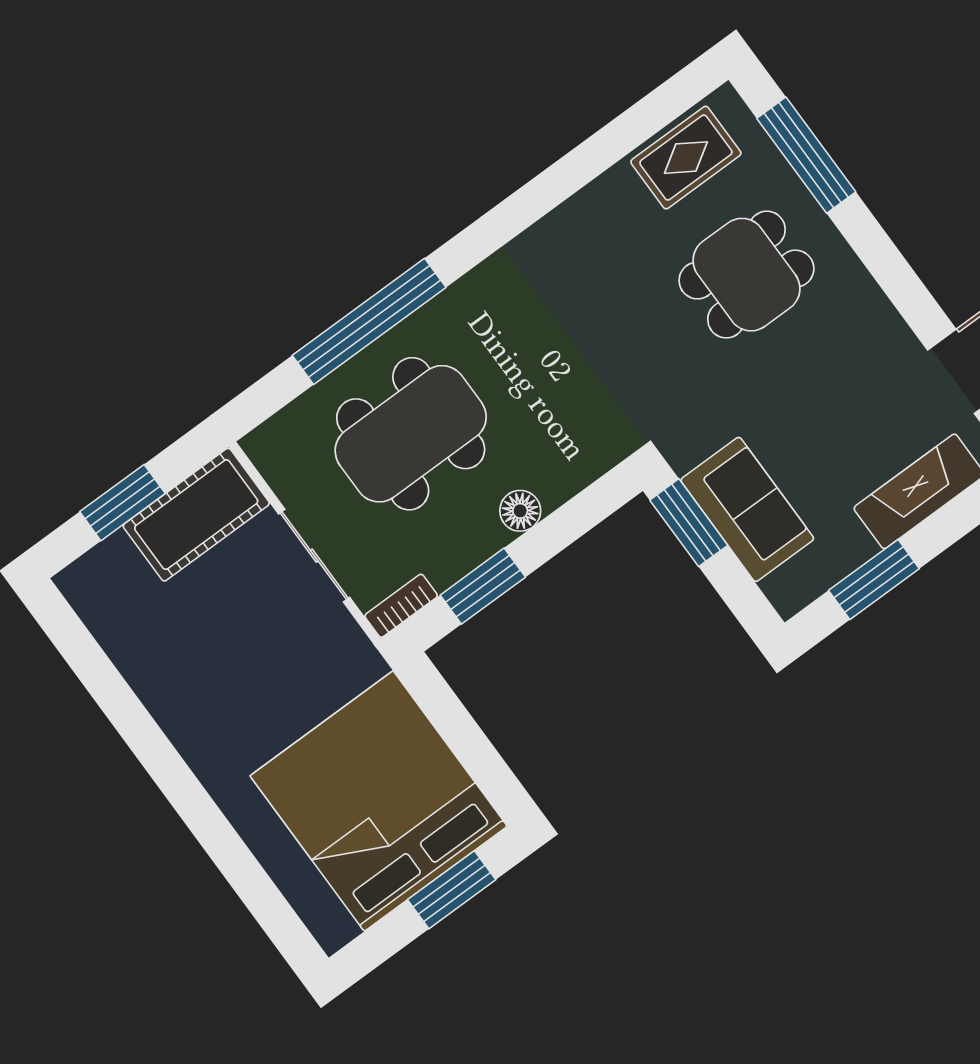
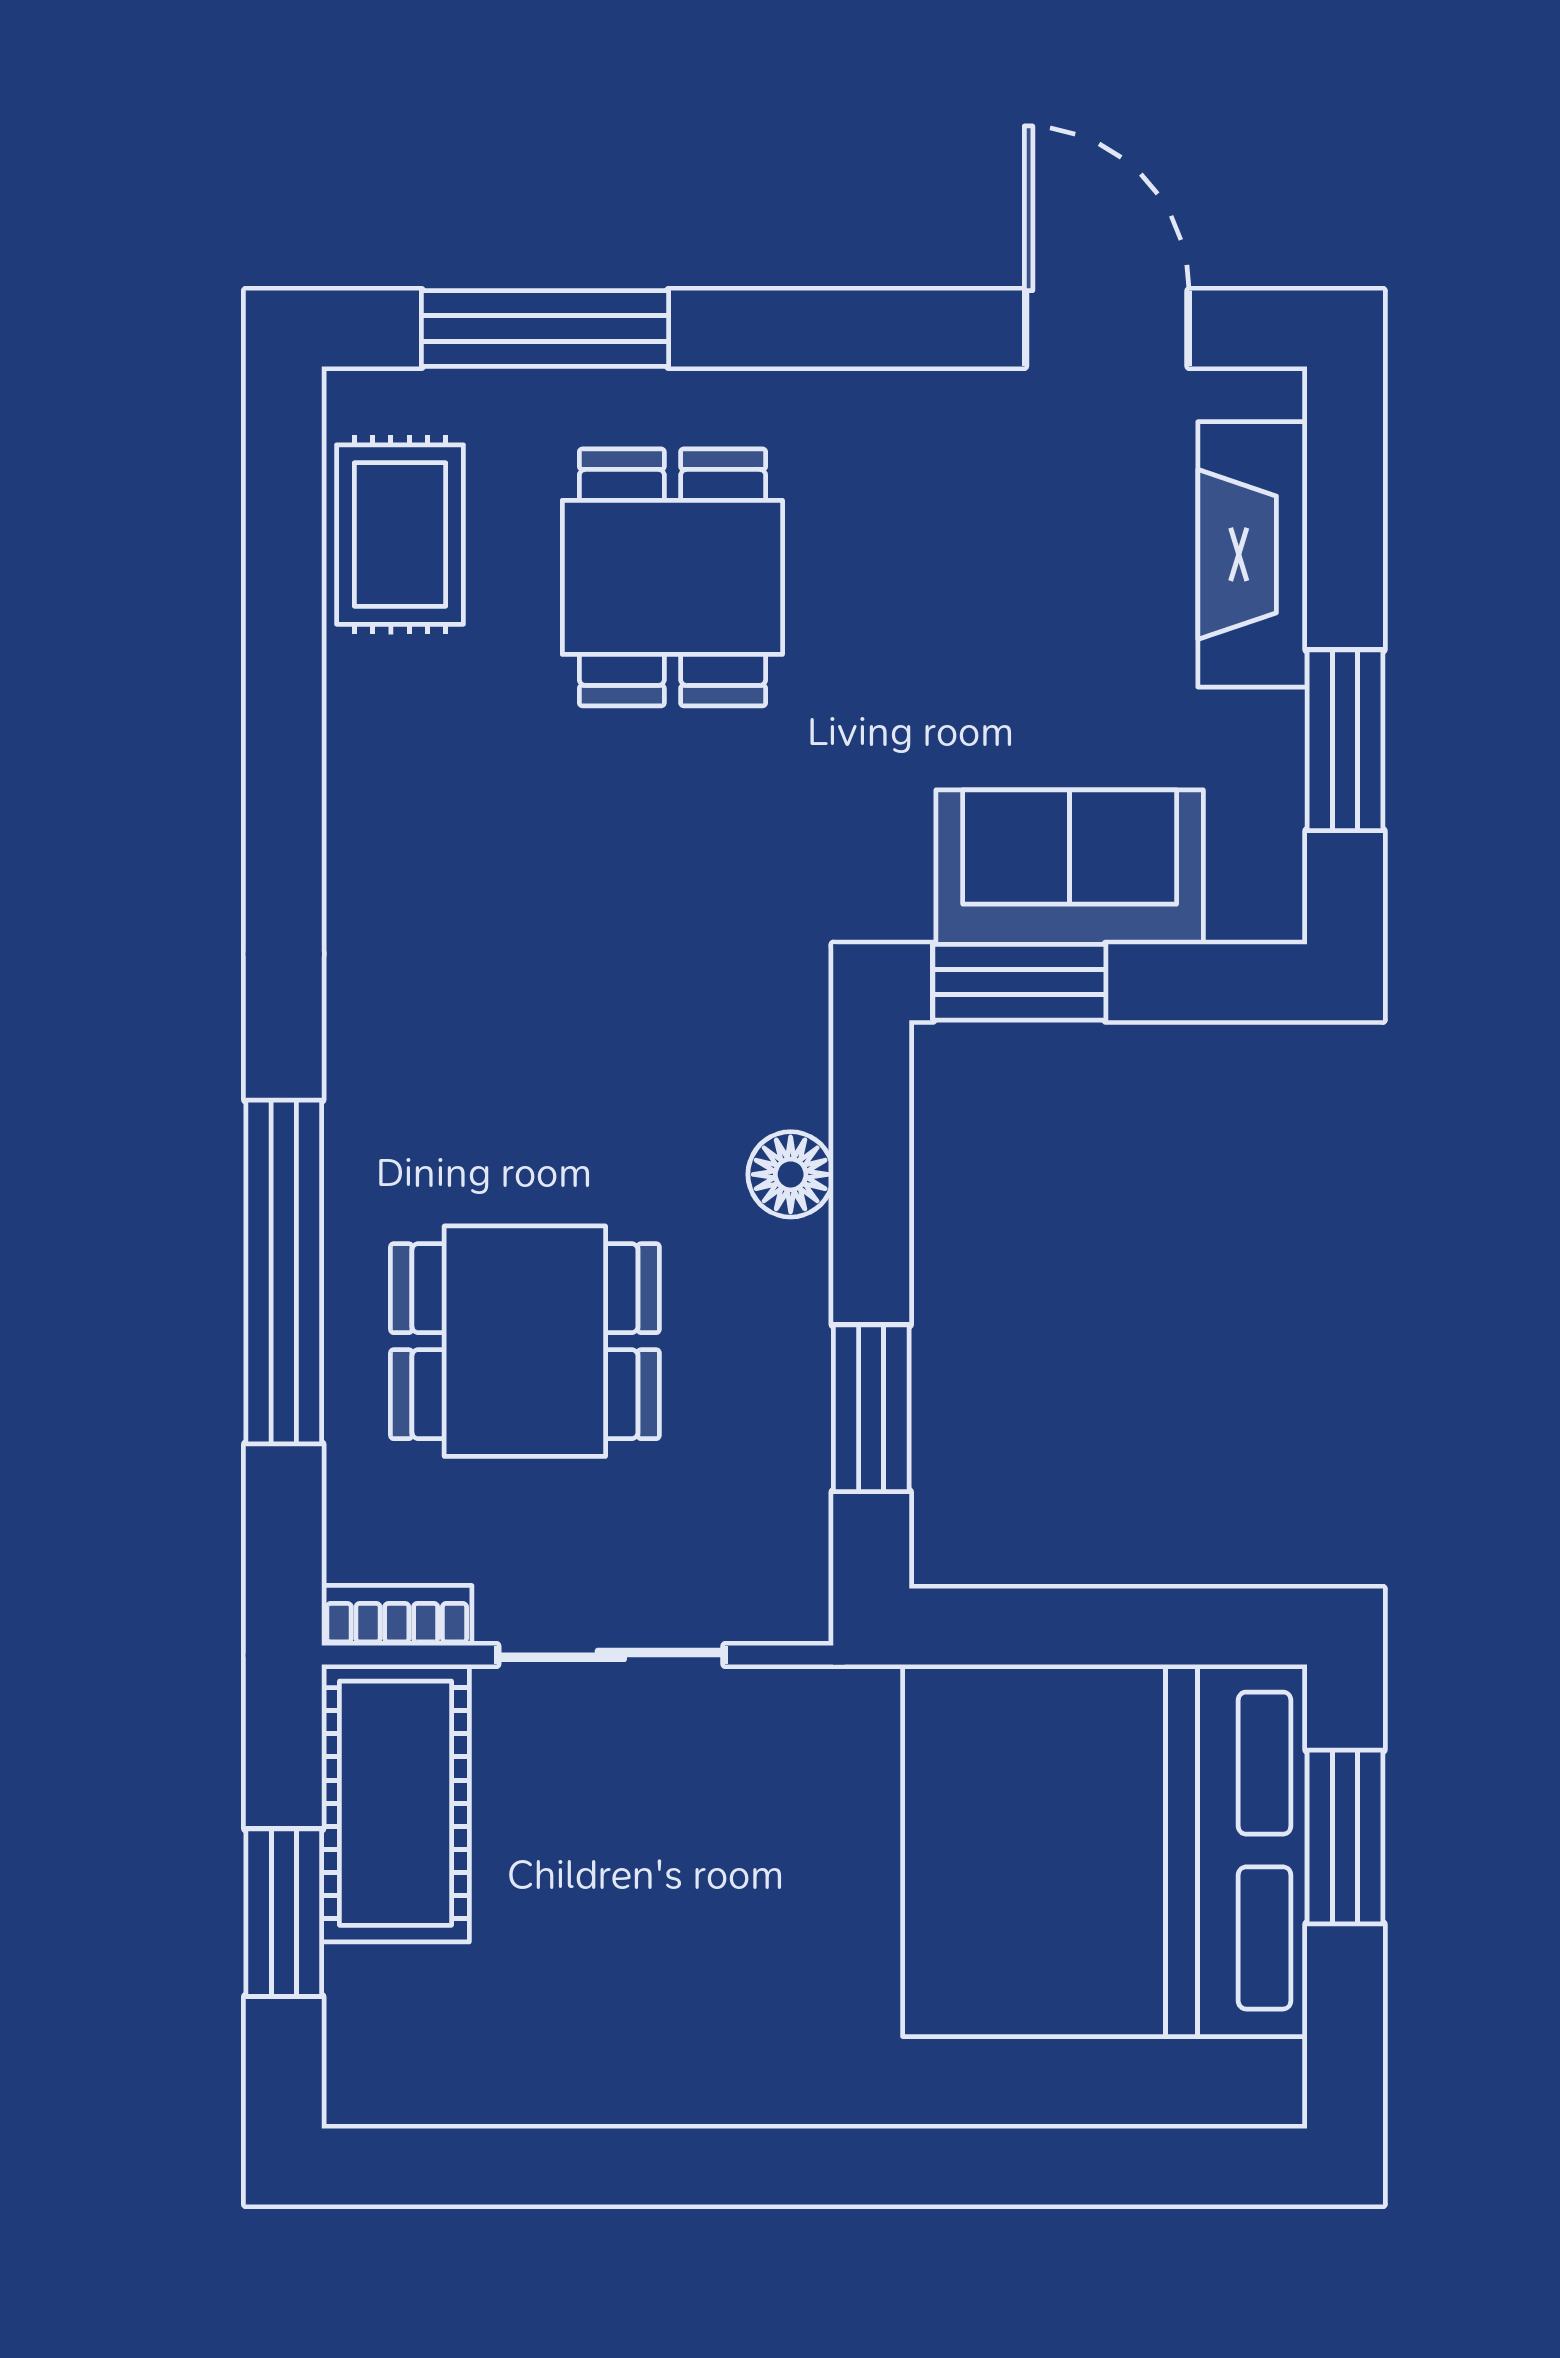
dining table: (411, 434) -> (525, 1341), width x0.73
floor lamp: (520, 511) -> (791, 1174), moved
bookcase: (401, 606) -> (397, 1615), moved, turned 90

